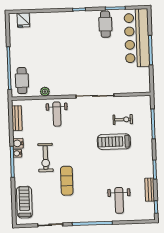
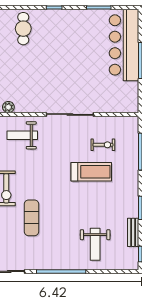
cafe table: (105, 24) -> (23, 29), moved
weight bench: (57, 114) -> (22, 135), turned 90
treadmill: (114, 142) -> (91, 172), turned 180

